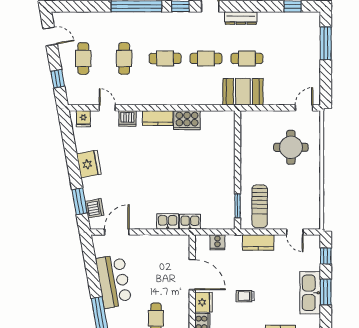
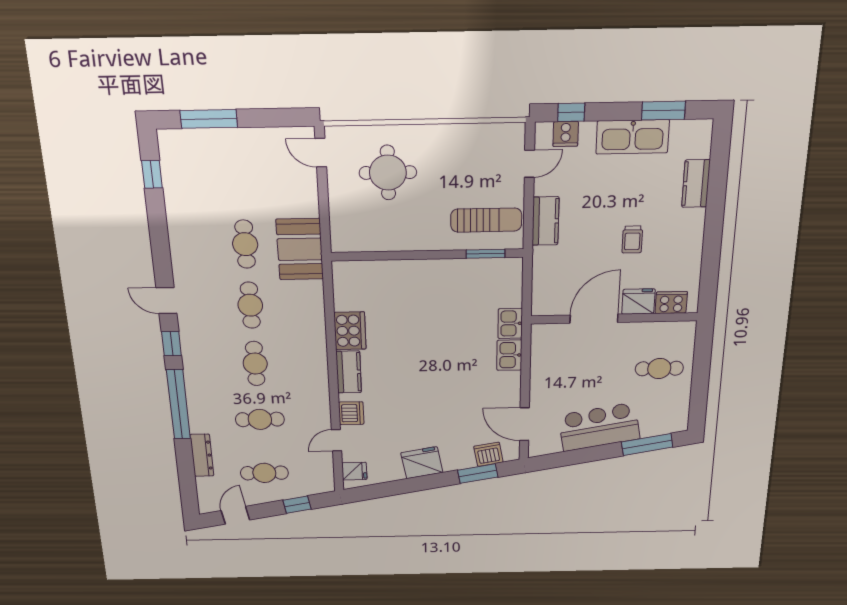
dresser: (241, 18) -> (202, 455), moved
cooker: (217, 242) -> (566, 134), moved, turned 90
window: (326, 292) -> (663, 111), moved

